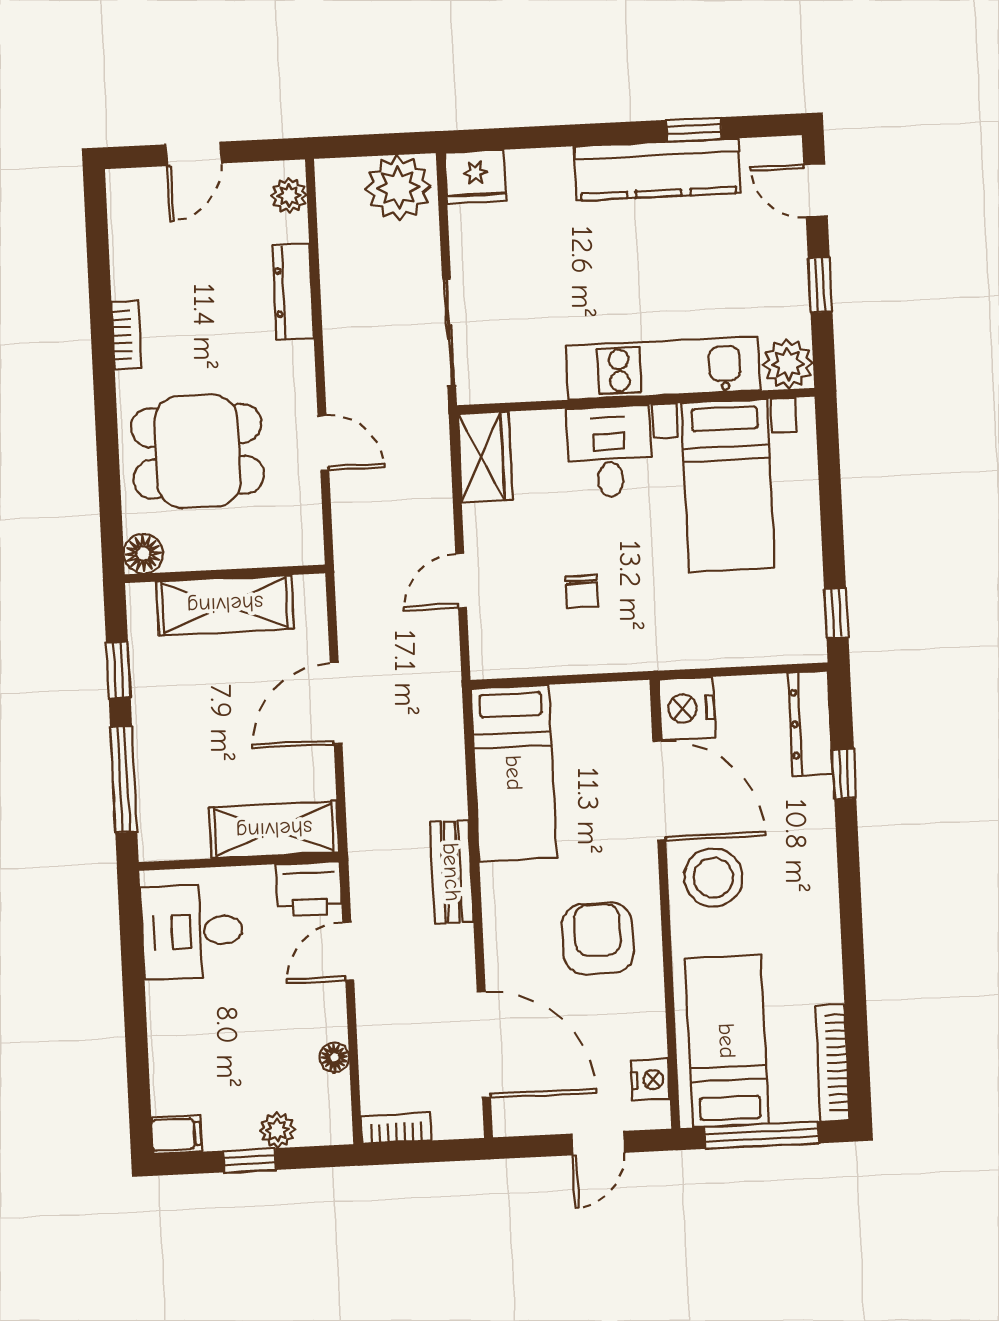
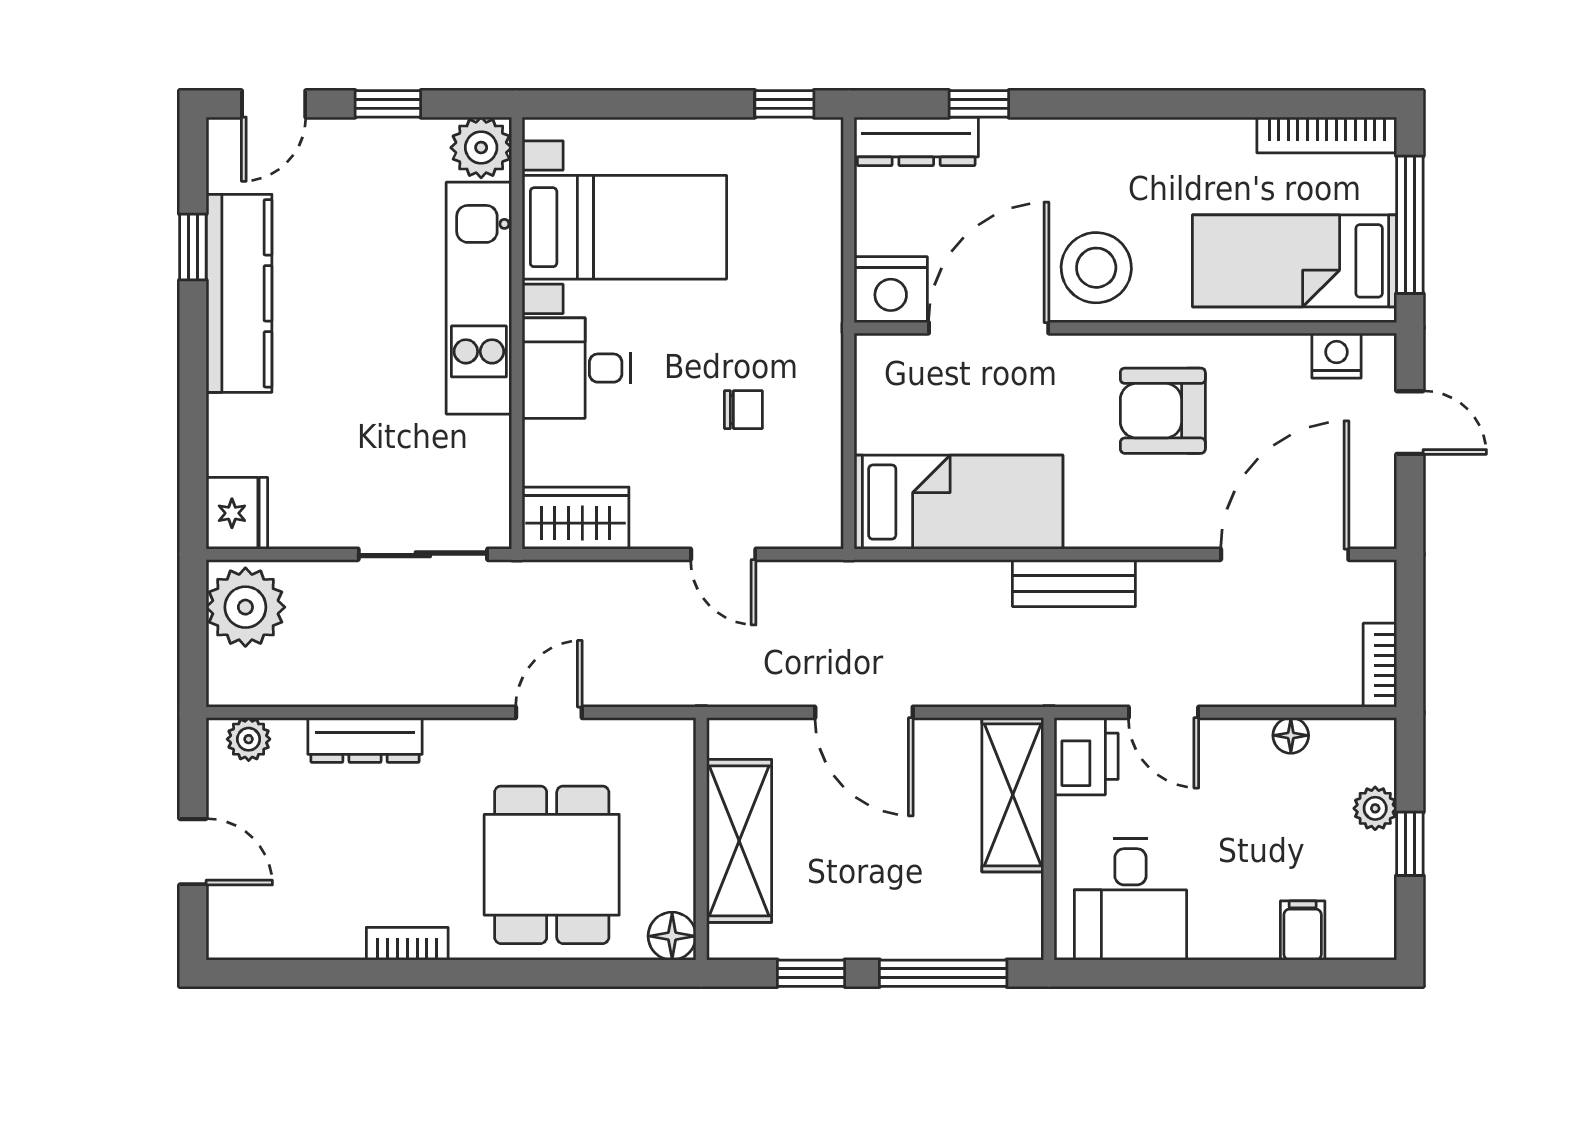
filing cabinet: (176, 1134) -> (1303, 930), moved

